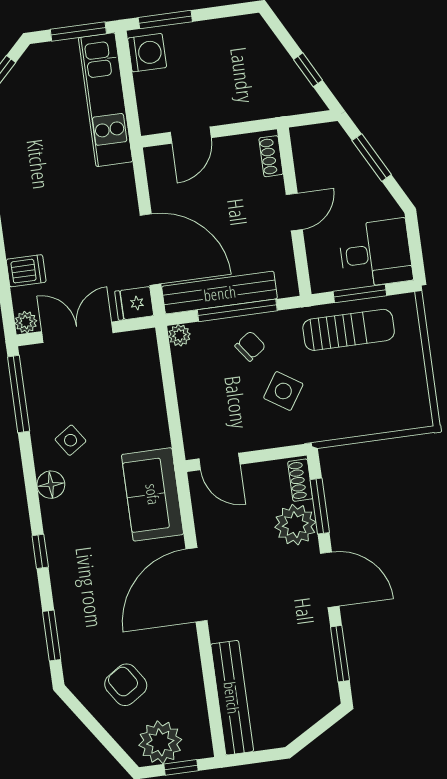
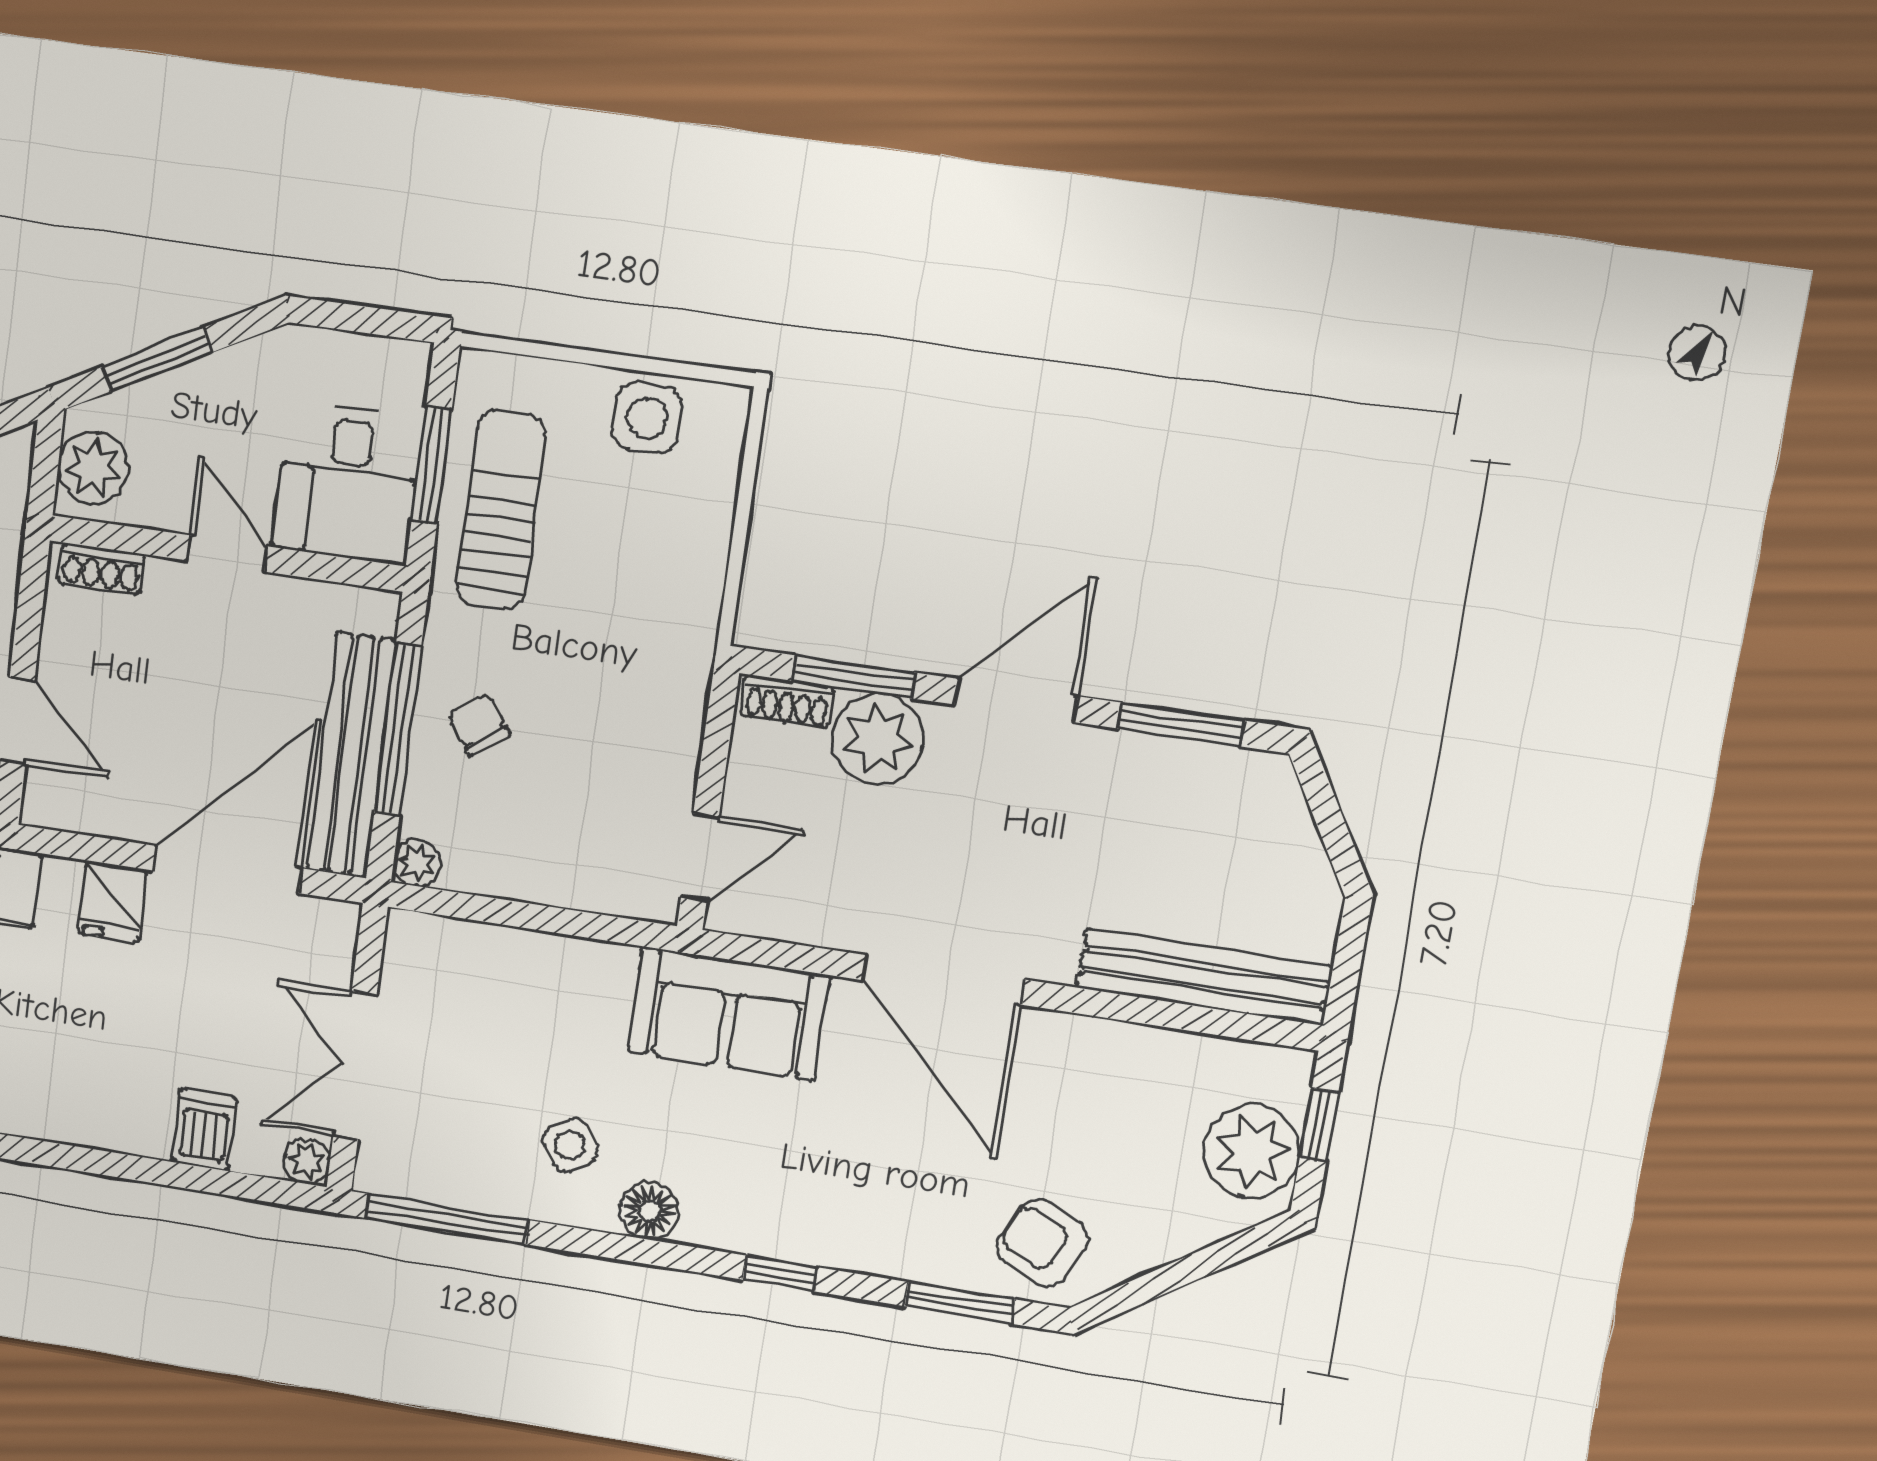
plant: (315, 141) -> (93, 468), added
desk: (375, 253) -> (348, 483), moved, turned 180
fridge: (134, 303) -> (112, 901), moved
side table: (283, 391) -> (647, 418), moved, turned -33
armchair: (126, 685) -> (1043, 1243), moved, turned 59

